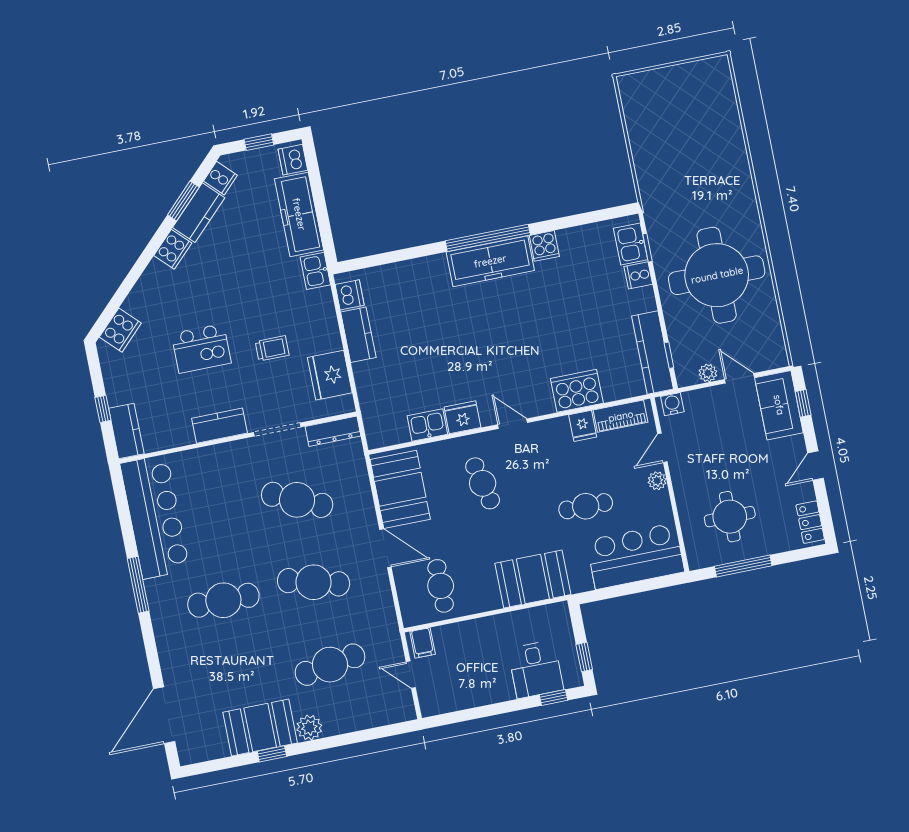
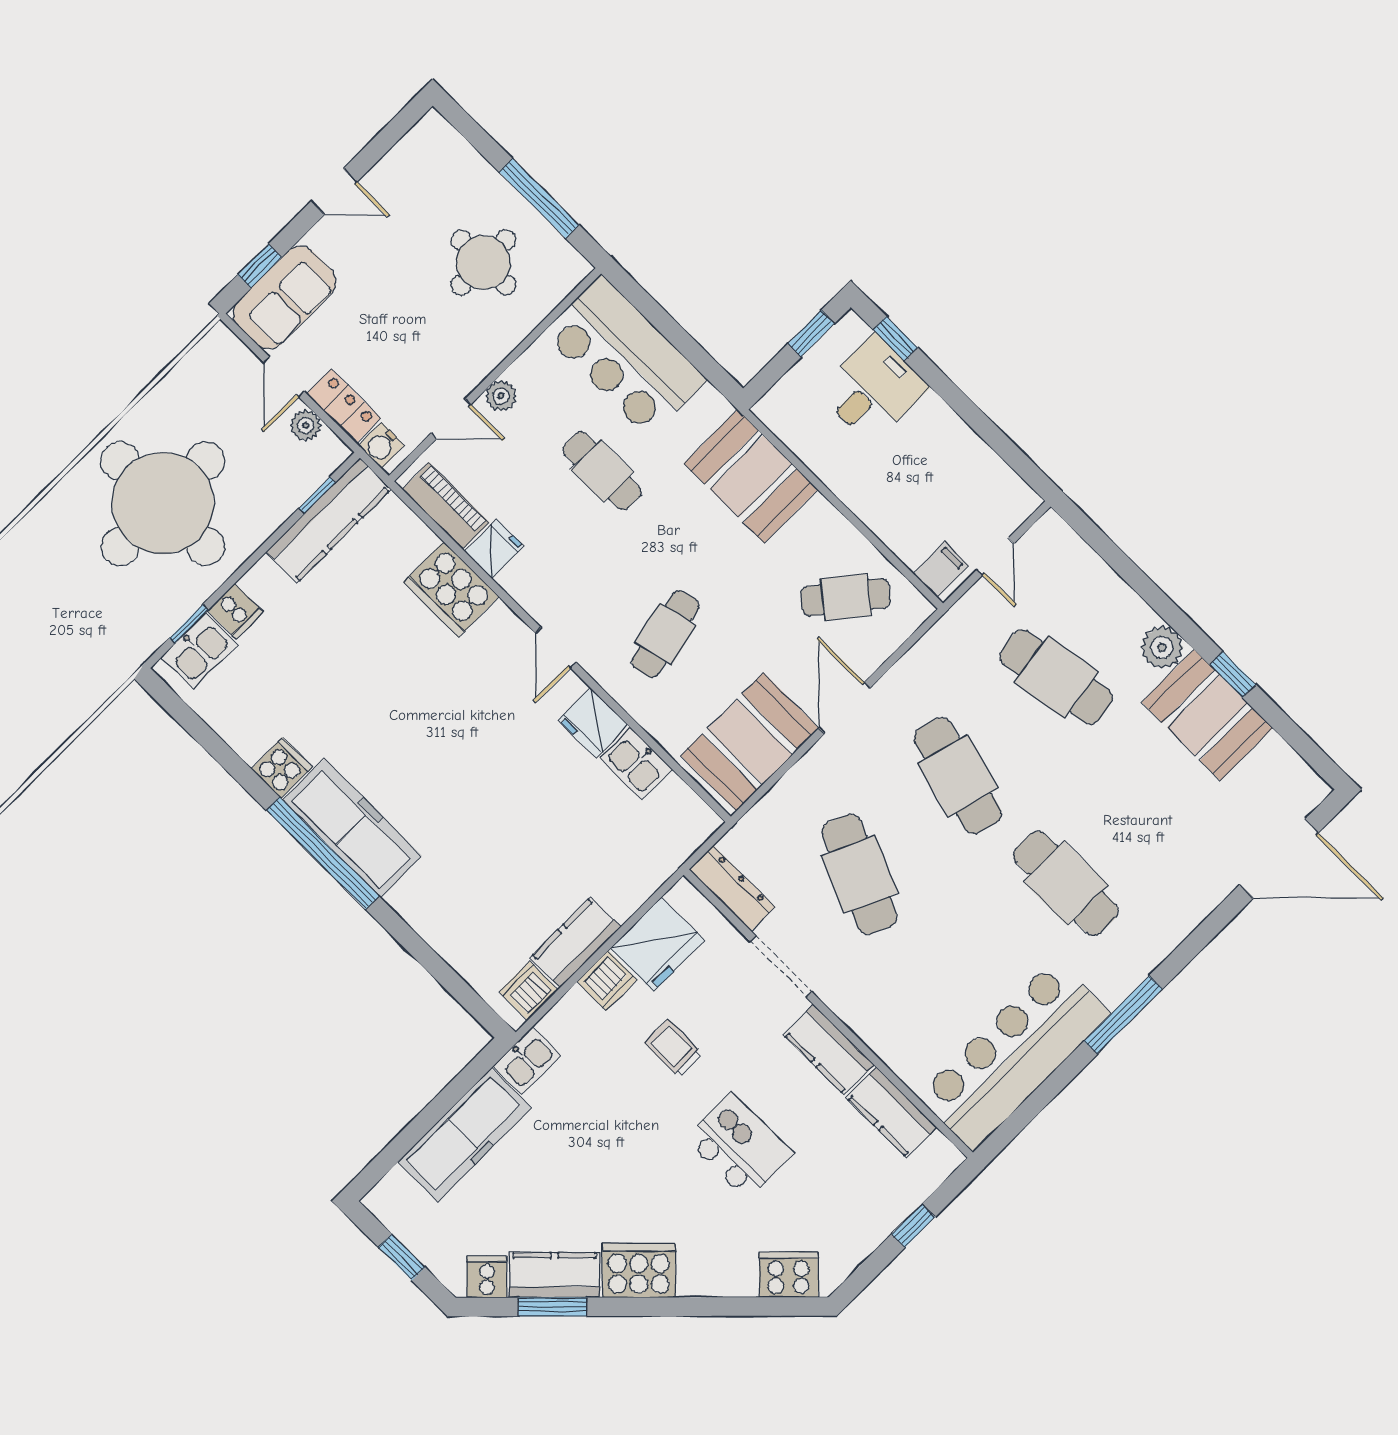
dishwasher: (293, 160) -> (607, 981), moved
cooker: (173, 249) -> (639, 1271), width x1.37, depth x1.31
kitchen counter: (126, 431) -> (892, 1112), moved, turned -90
locker: (810, 522) -> (344, 406), moved, turned -90
cafe table: (441, 586) -> (846, 597), turned 39

